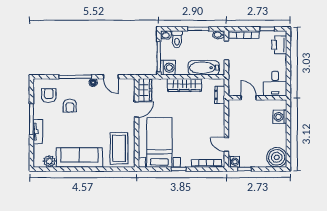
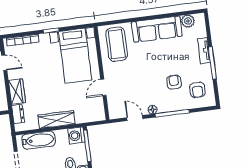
wardrobe: (145, 90) -> (17, 92), moved, turned 180

